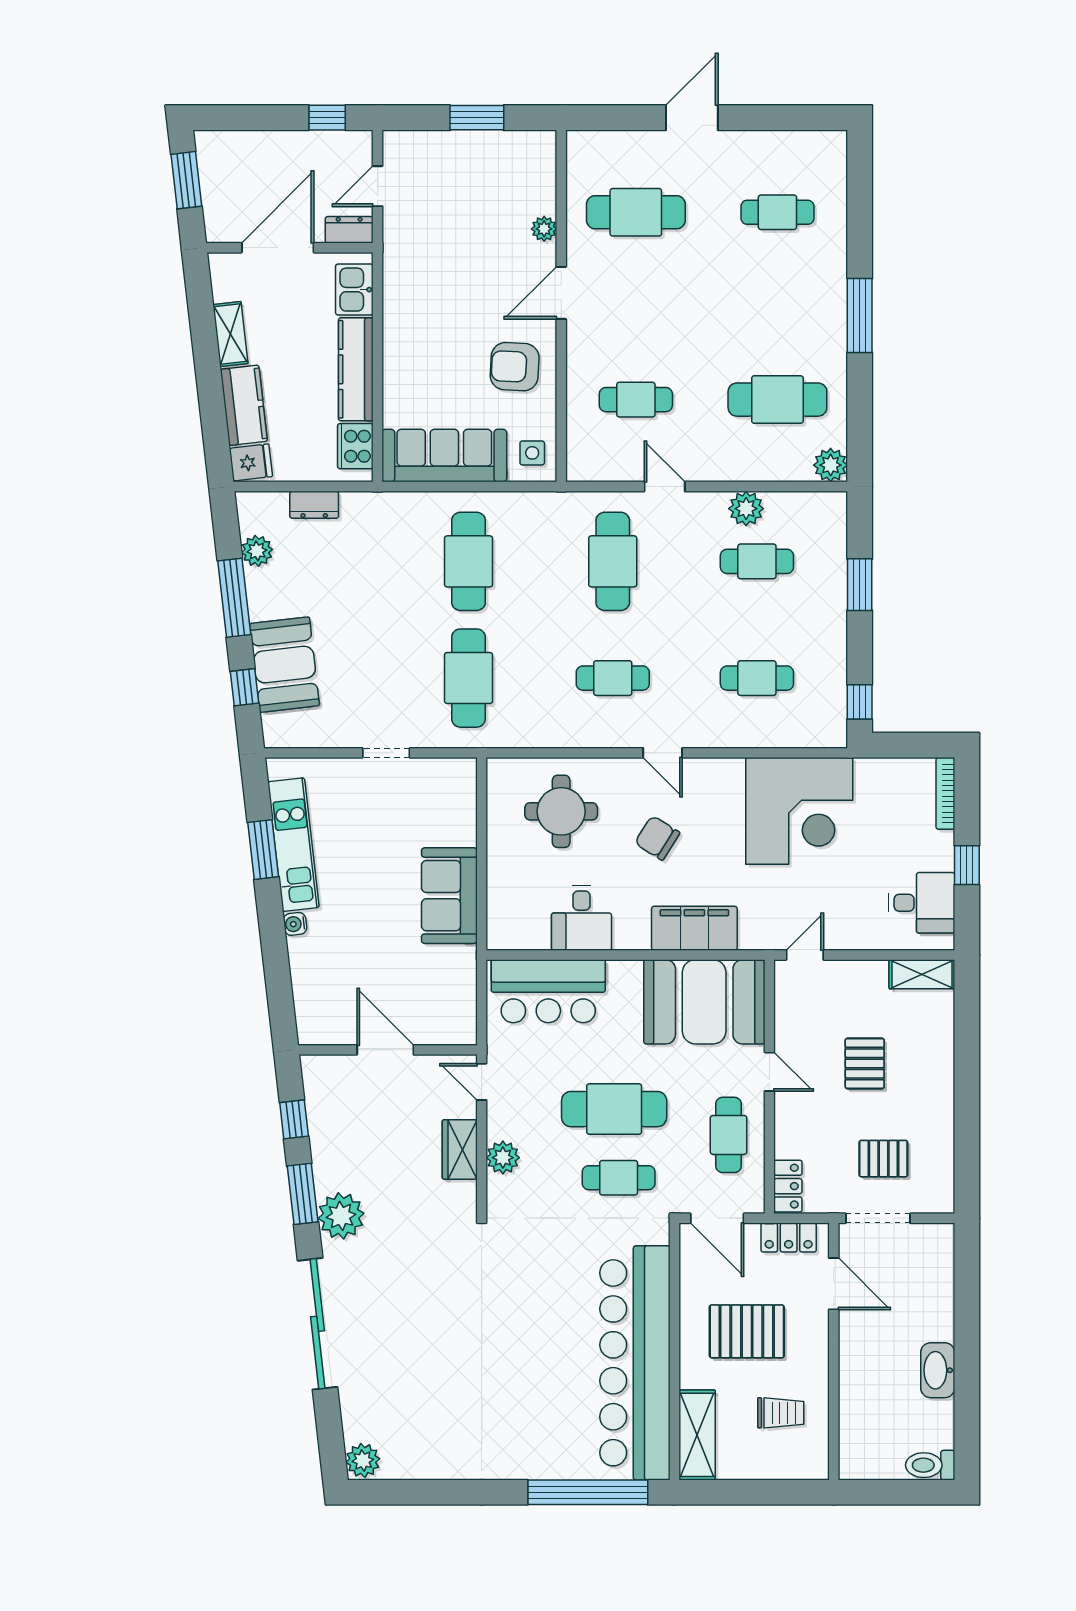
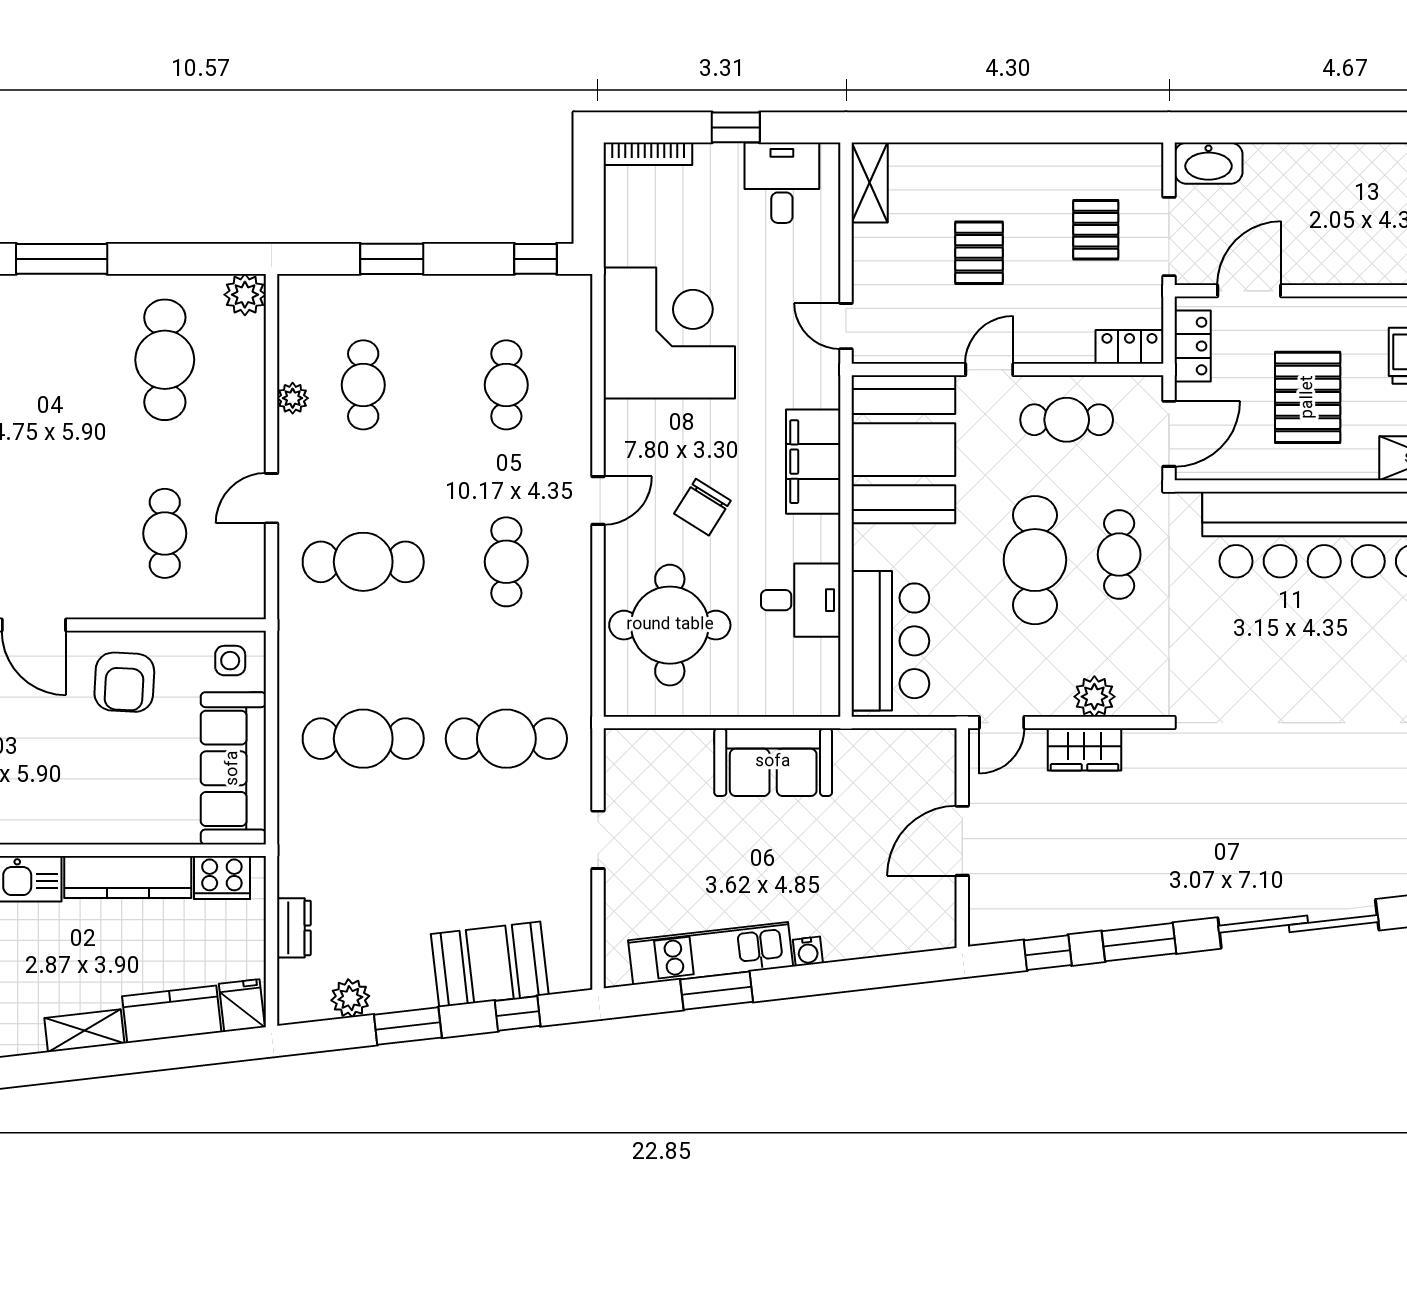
plant: (746, 509) -> (293, 398), width x0.73, depth x0.73
window: (234, 598) -> (408, 1026), width x0.69
round table: (561, 811) -> (670, 625), width x1.36, depth x1.36
pallet: (865, 1063) -> (979, 253), turned 90
plant: (341, 1216) -> (1166, 895), removed
washbasin: (938, 1370) -> (1208, 163), moved

